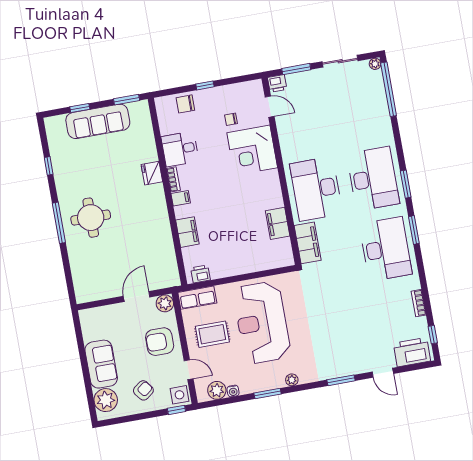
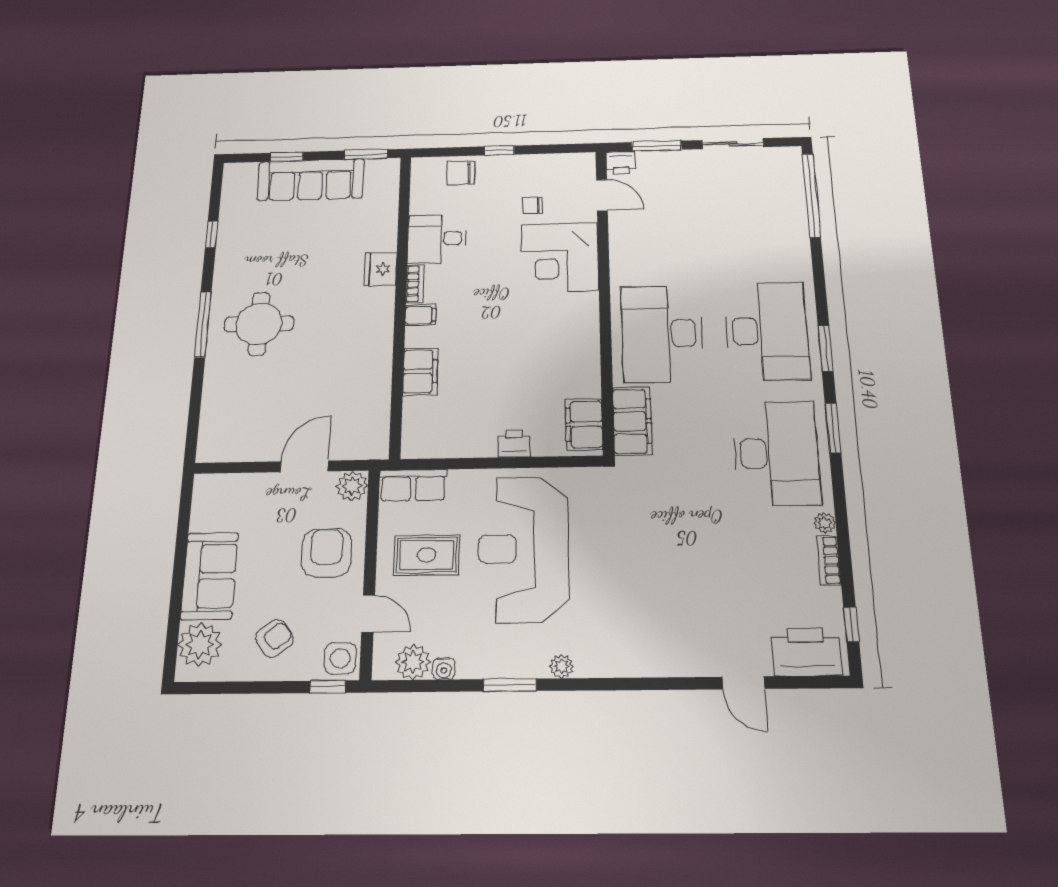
plant: (375, 64) -> (825, 523), moved
filing cabinet: (278, 223) -> (584, 424), moved
printer: (200, 274) -> (514, 444), moved
armchair: (160, 342) -> (326, 553), turned 90
window: (341, 380) -> (658, 684), removed

